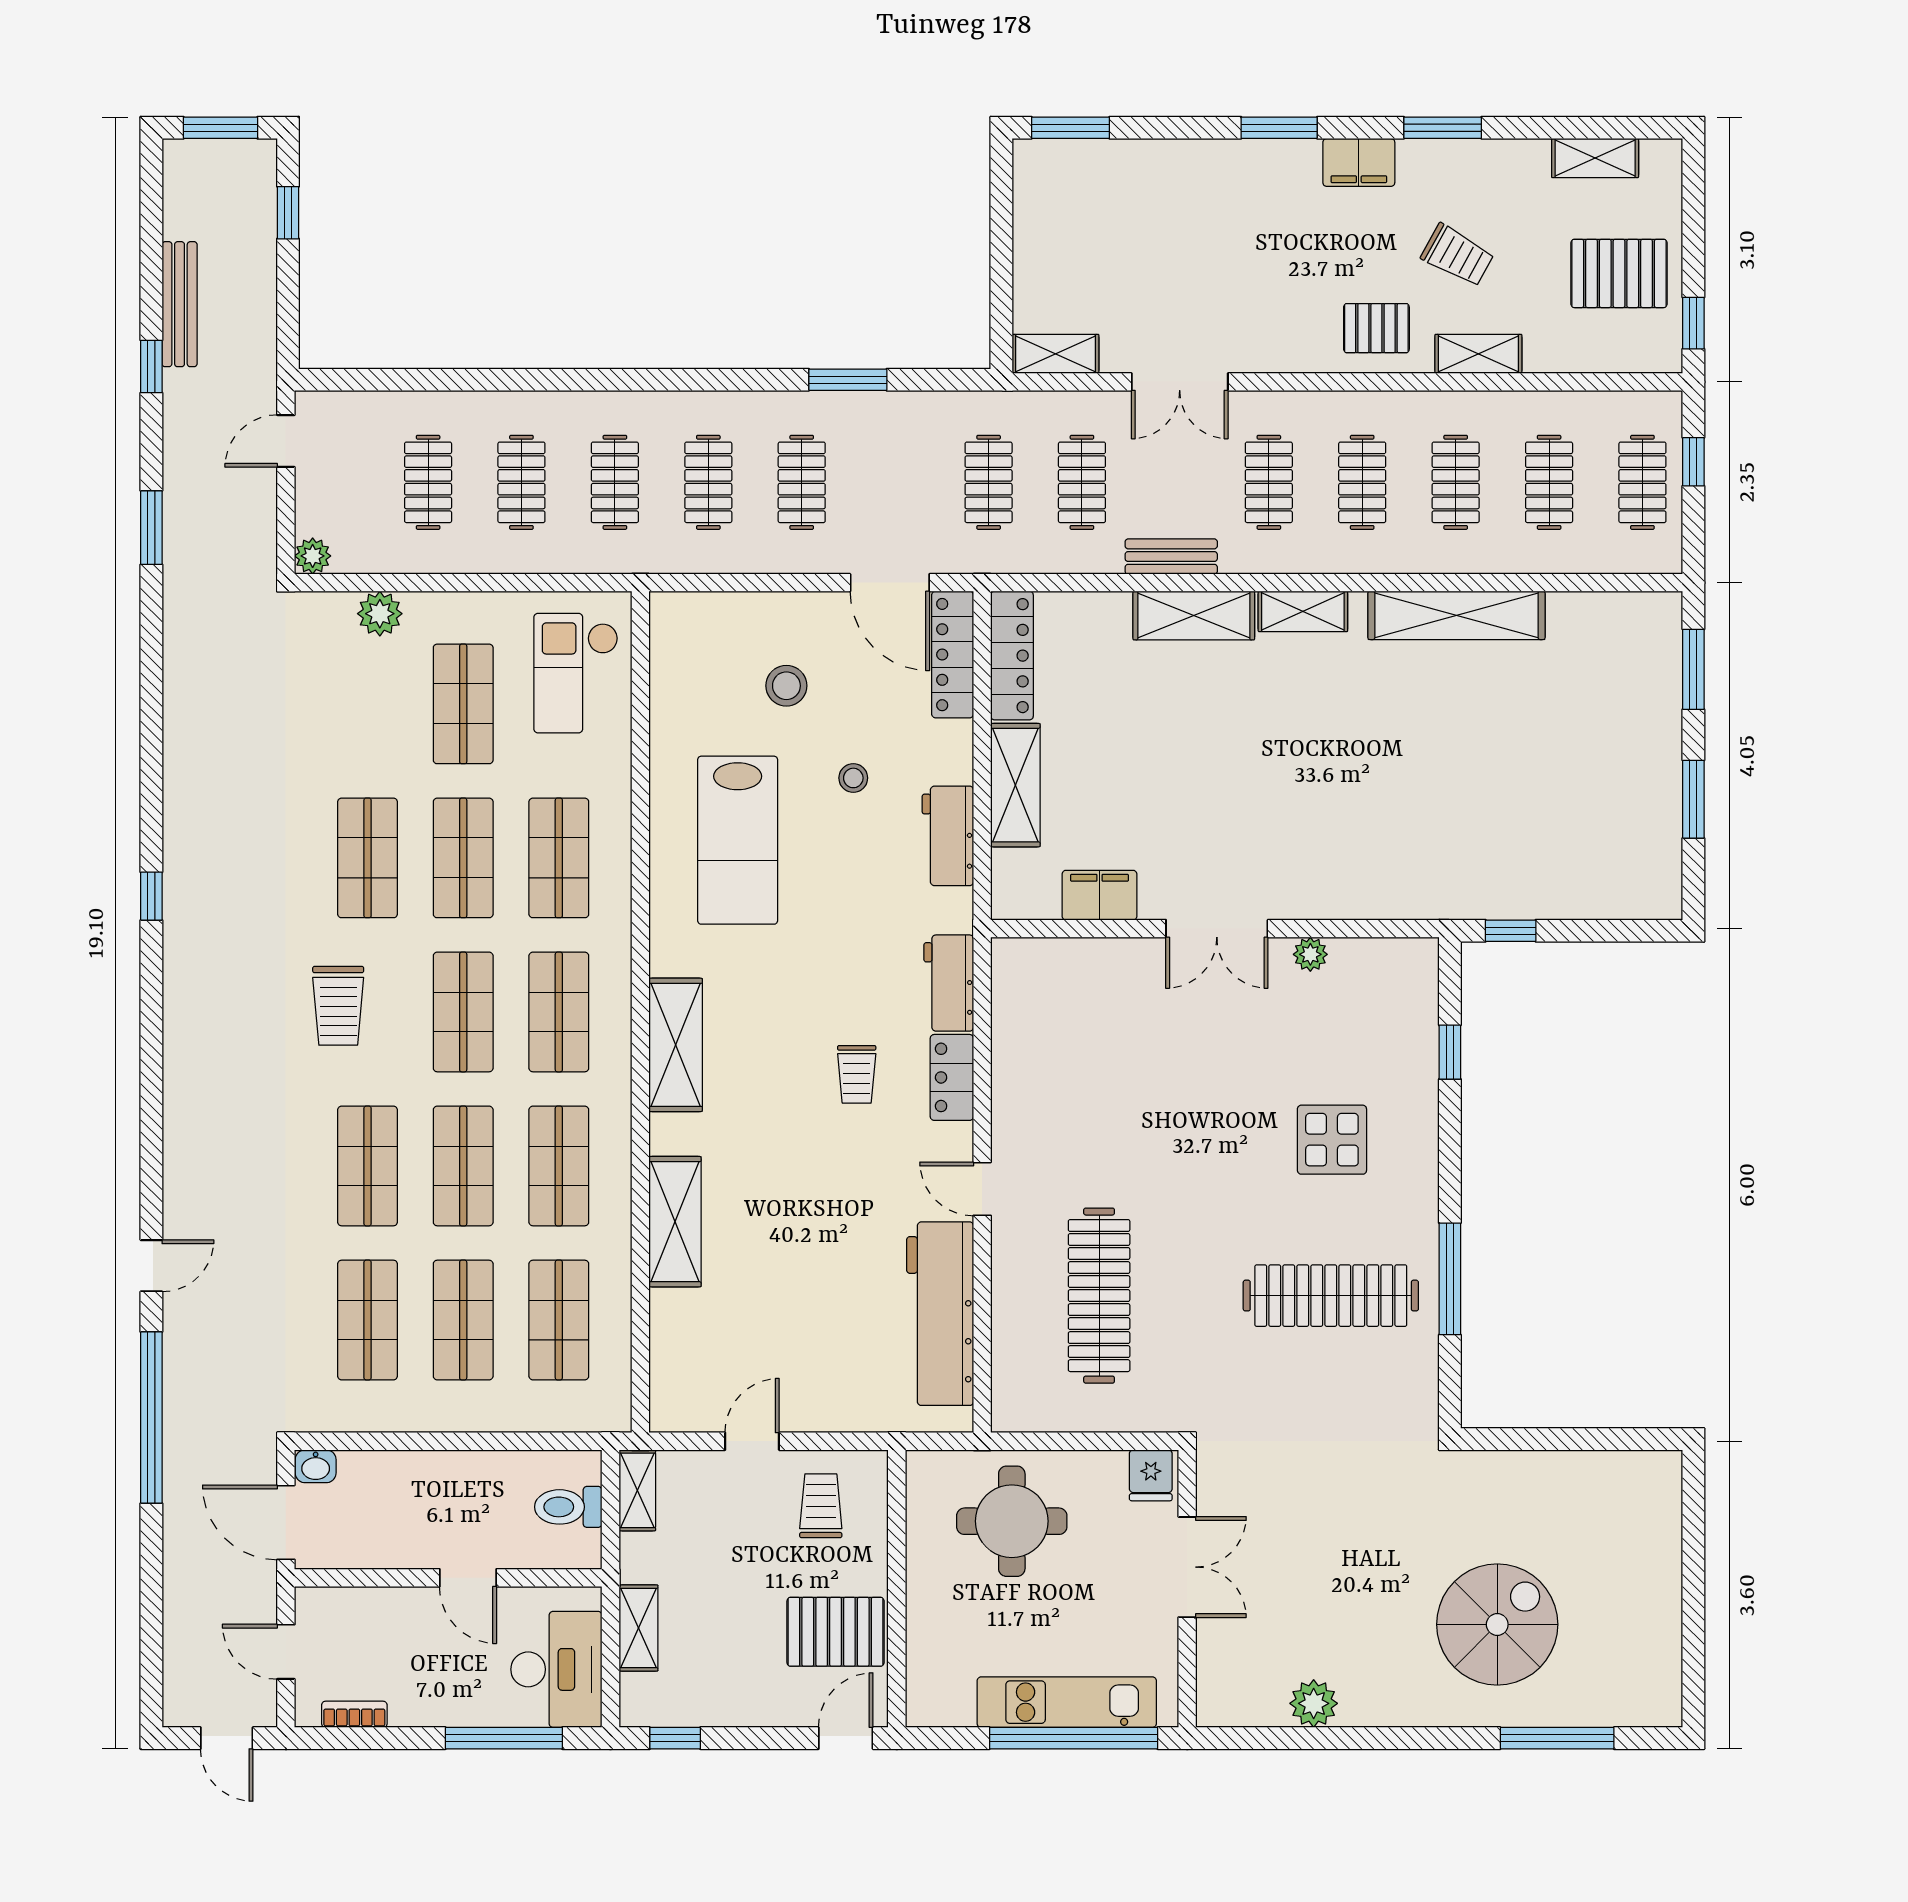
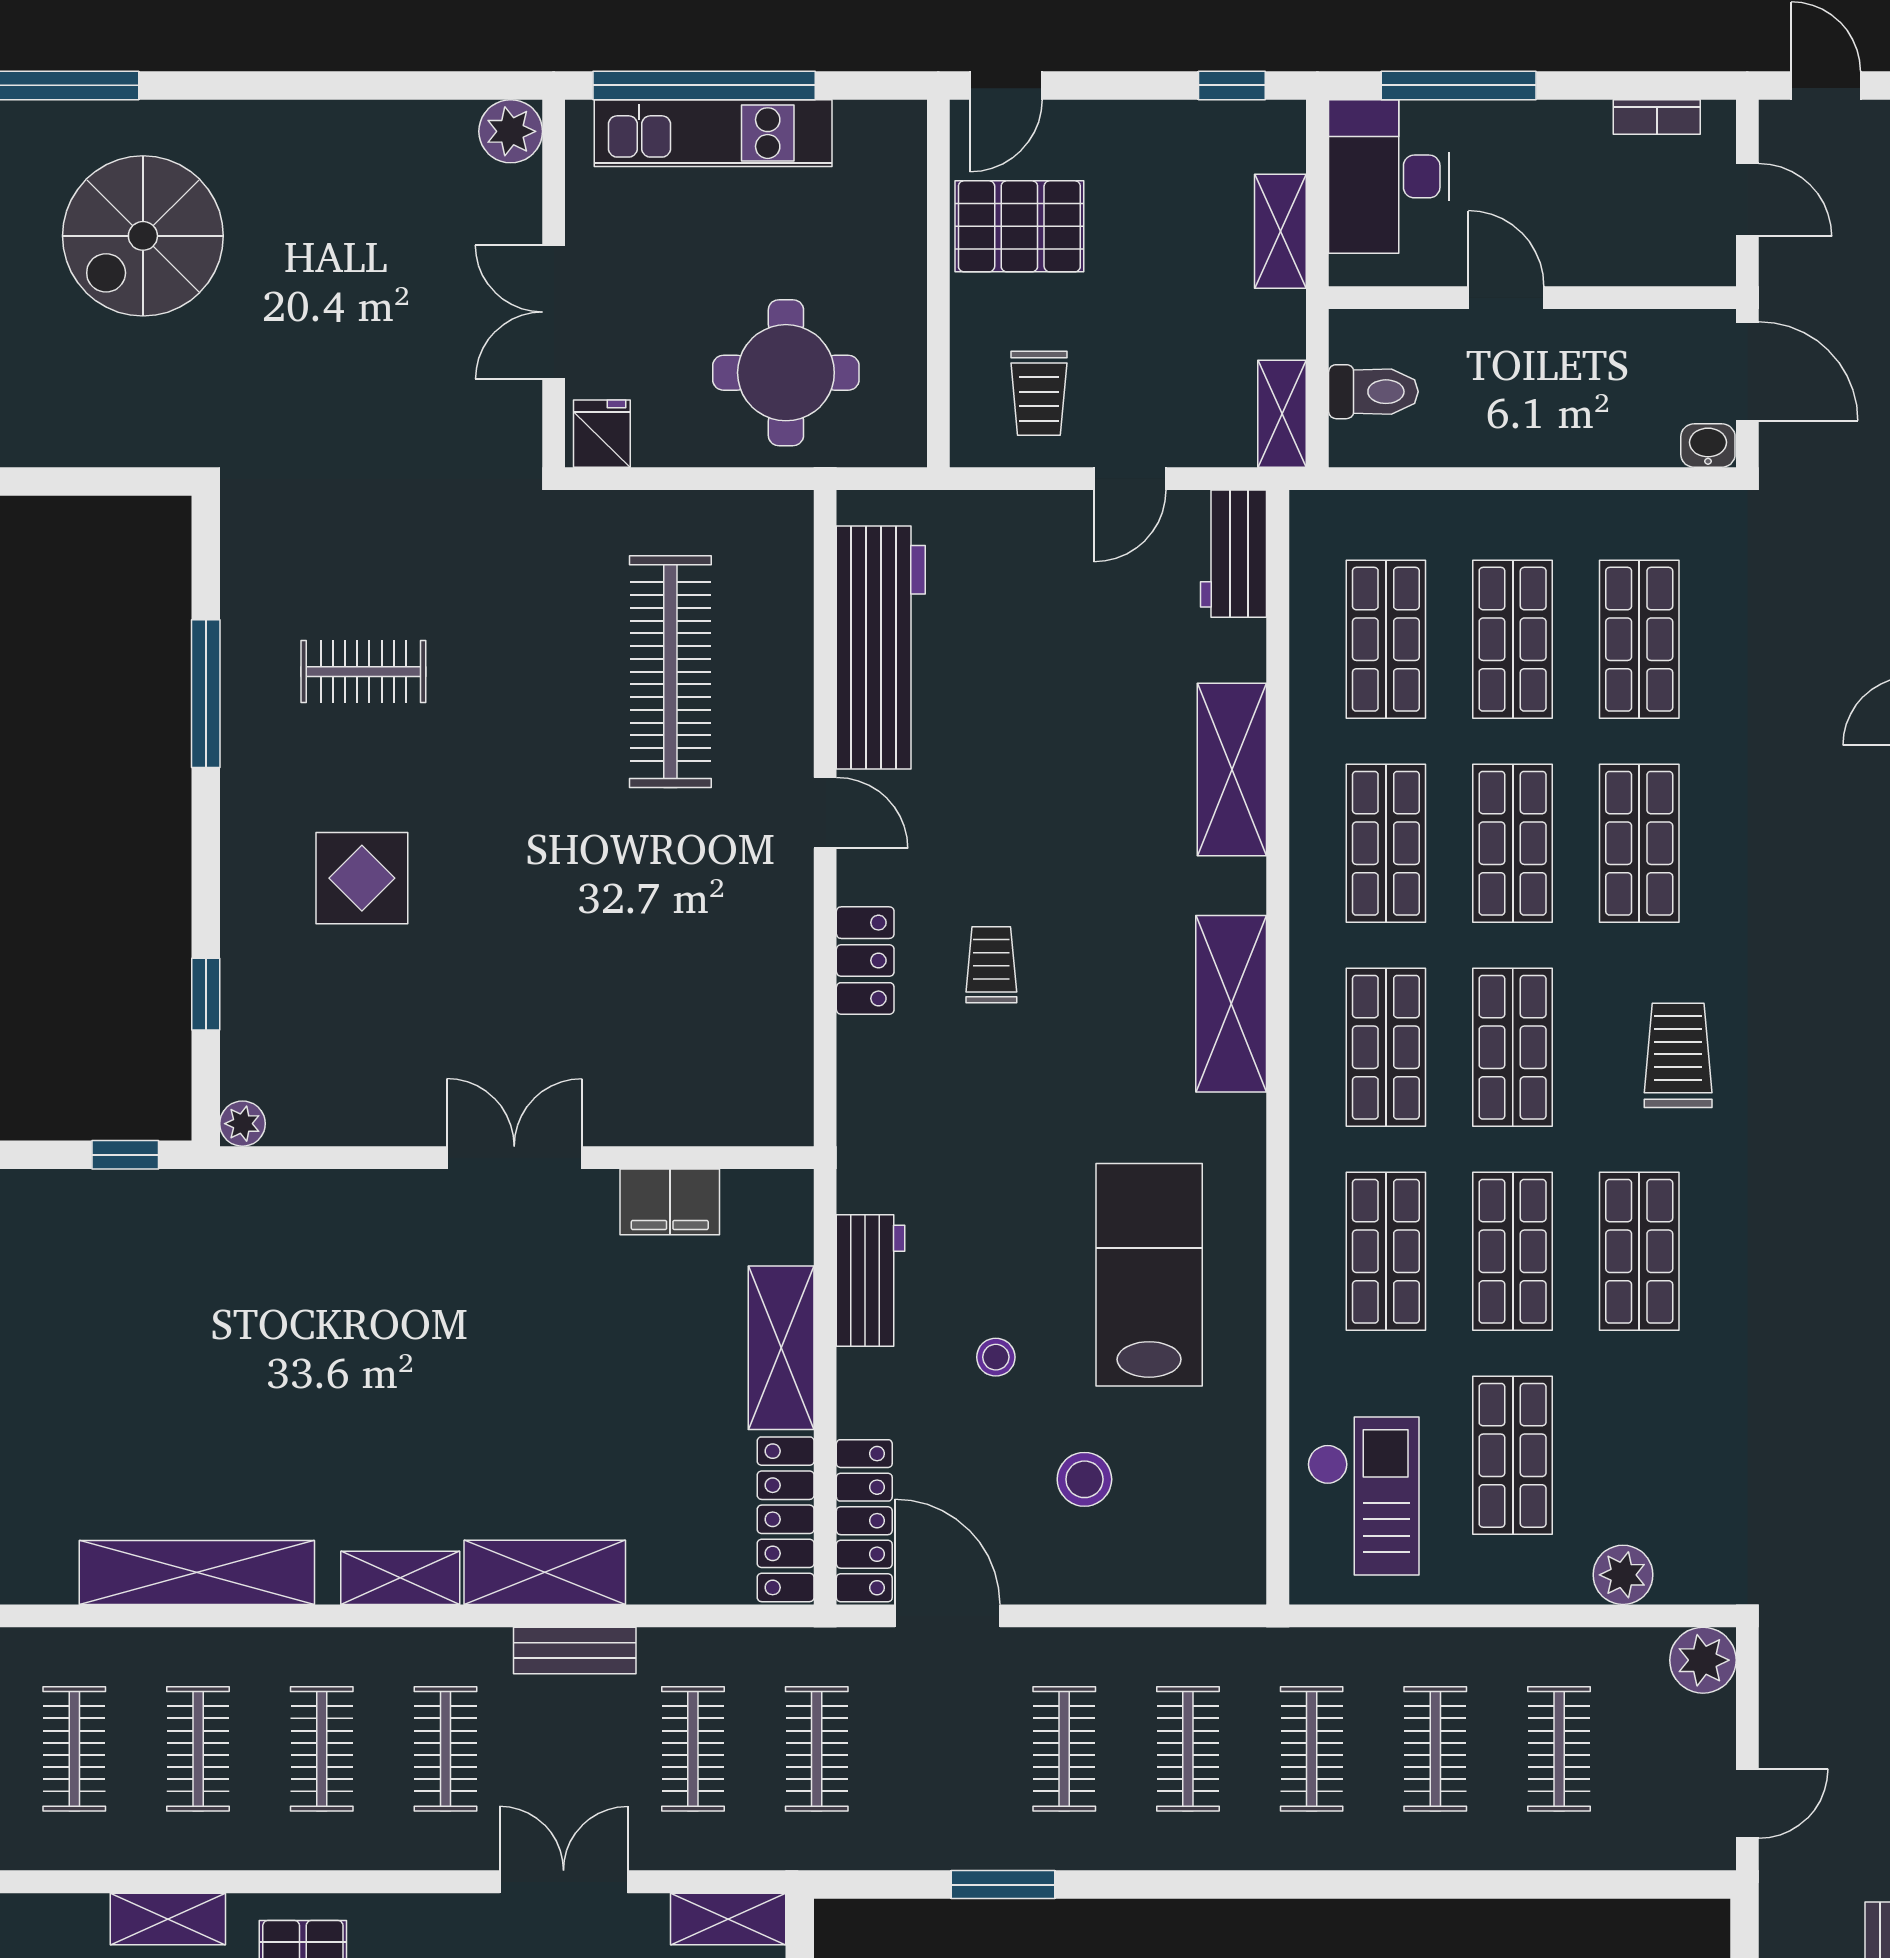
plant: (313, 556) -> (1703, 1660), width x1.38, depth x1.38
plant: (1310, 954) -> (242, 1124), moved
workbench: (949, 983) -> (1234, 554), moved, turned 180
clothes rail: (1331, 1296) -> (363, 672), width x0.54, depth x0.76
plant: (1314, 1703) -> (511, 131), moved

